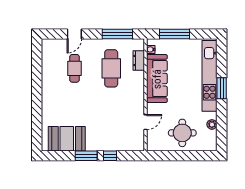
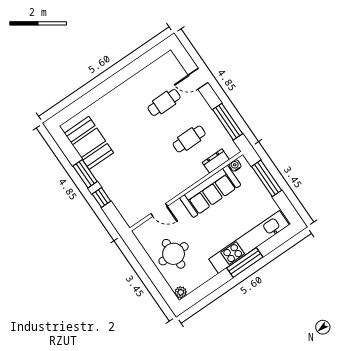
cafe table: (111, 68) -> (189, 139), width x0.73, depth x0.74
window: (222, 88) -> (245, 262), width x1.44
plant: (212, 124) -> (181, 292), moved

